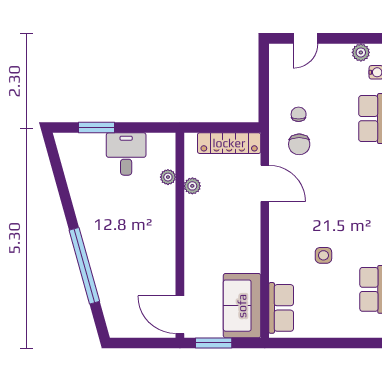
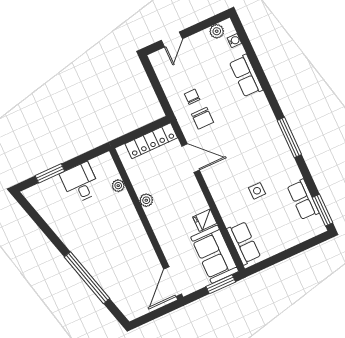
plant: (192, 186) -> (146, 200), moved
fridge: (249, 262) -> (205, 220), added
door: (180, 315) -> (173, 282), hinge flipped
window: (214, 343) -> (221, 284), moved

